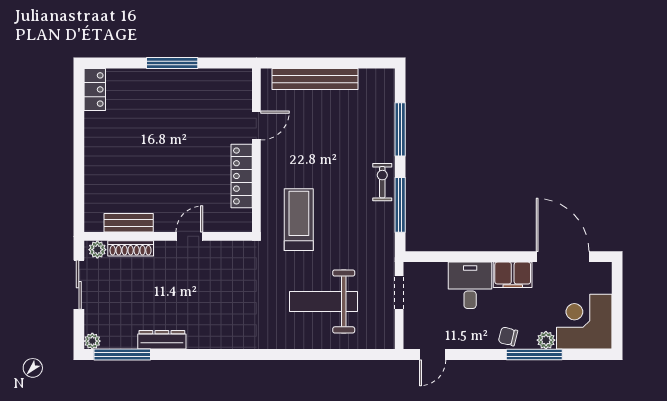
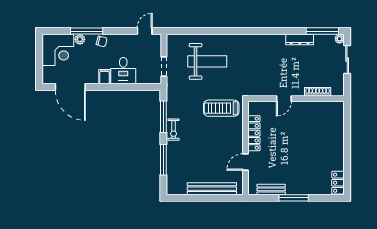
treadmill: (299, 220) -> (221, 108), turned 90
bench: (129, 223) -> (271, 189), moved
plant: (97, 250) -> (337, 91), removed
filing cabinet: (513, 275) -> (104, 77), width x0.50
sliding door: (79, 285) -> (347, 59), moved

